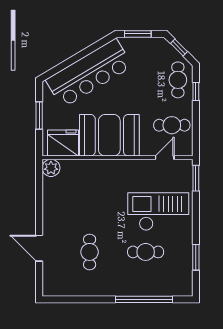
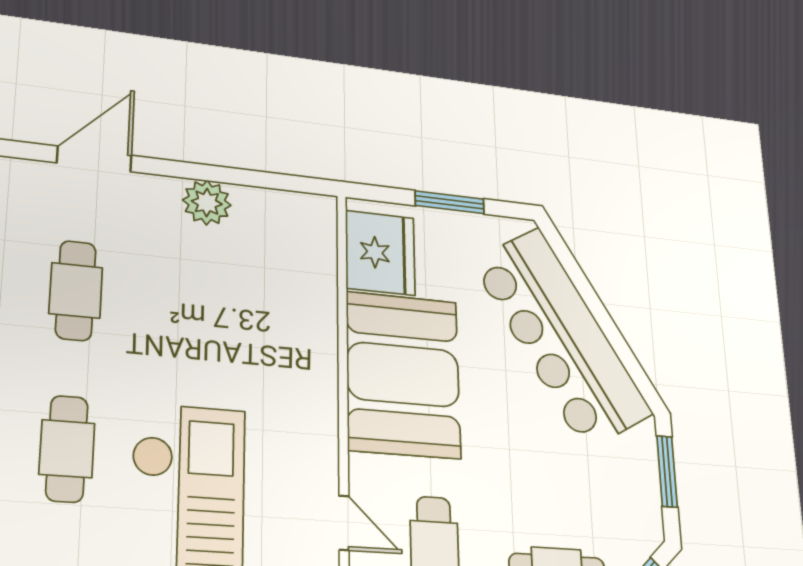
plant: (51, 168) -> (207, 203), moved
cafe table: (90, 252) -> (76, 290), turned 90

